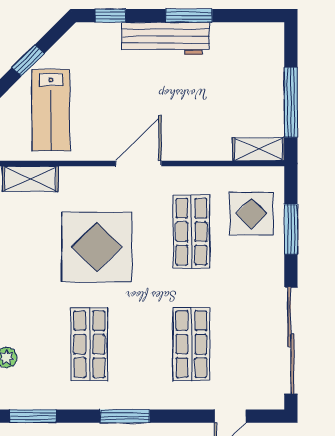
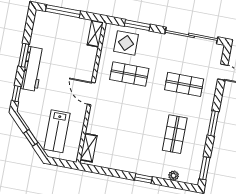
window: (291, 102) -> (63, 11), moved
lab bench: (51, 110) -> (57, 131), turned 90
display table: (97, 247) -> (128, 121), removed
shop shelf: (89, 344) -> (175, 134), turned 90

